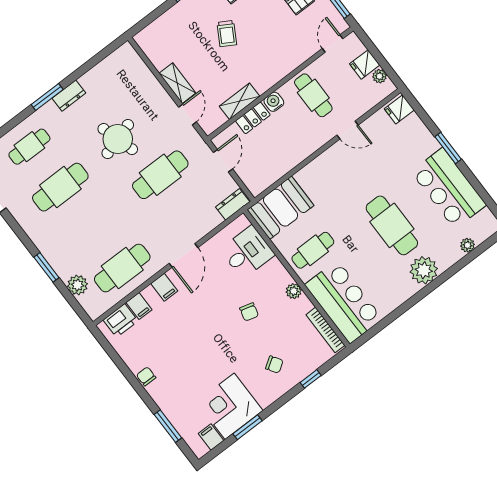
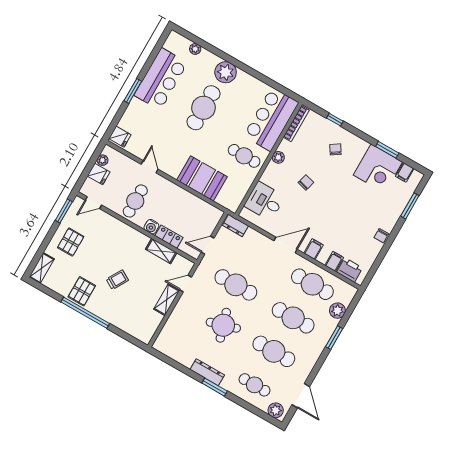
dresser: (69, 96) -> (207, 372), width x1.44
booth: (281, 208) -> (202, 178), moved
cafe table: (91, 228) -> (293, 318), added

